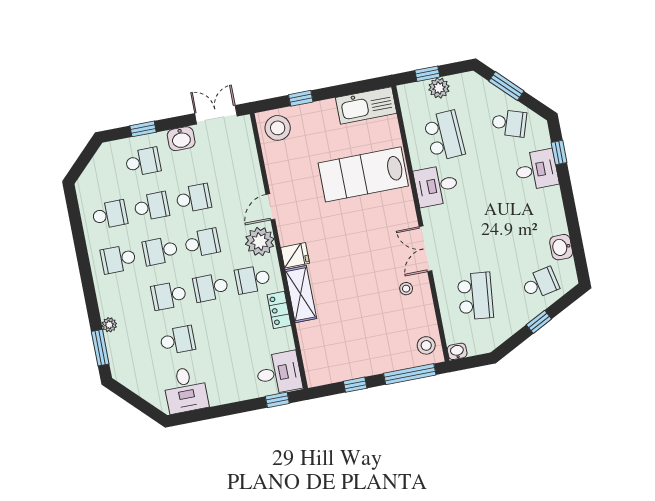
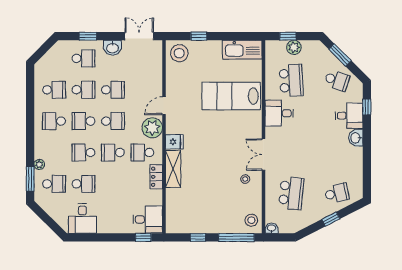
washbasin: (561, 247) -> (356, 138), moved
school desk: (136, 348) -> (54, 184), added

